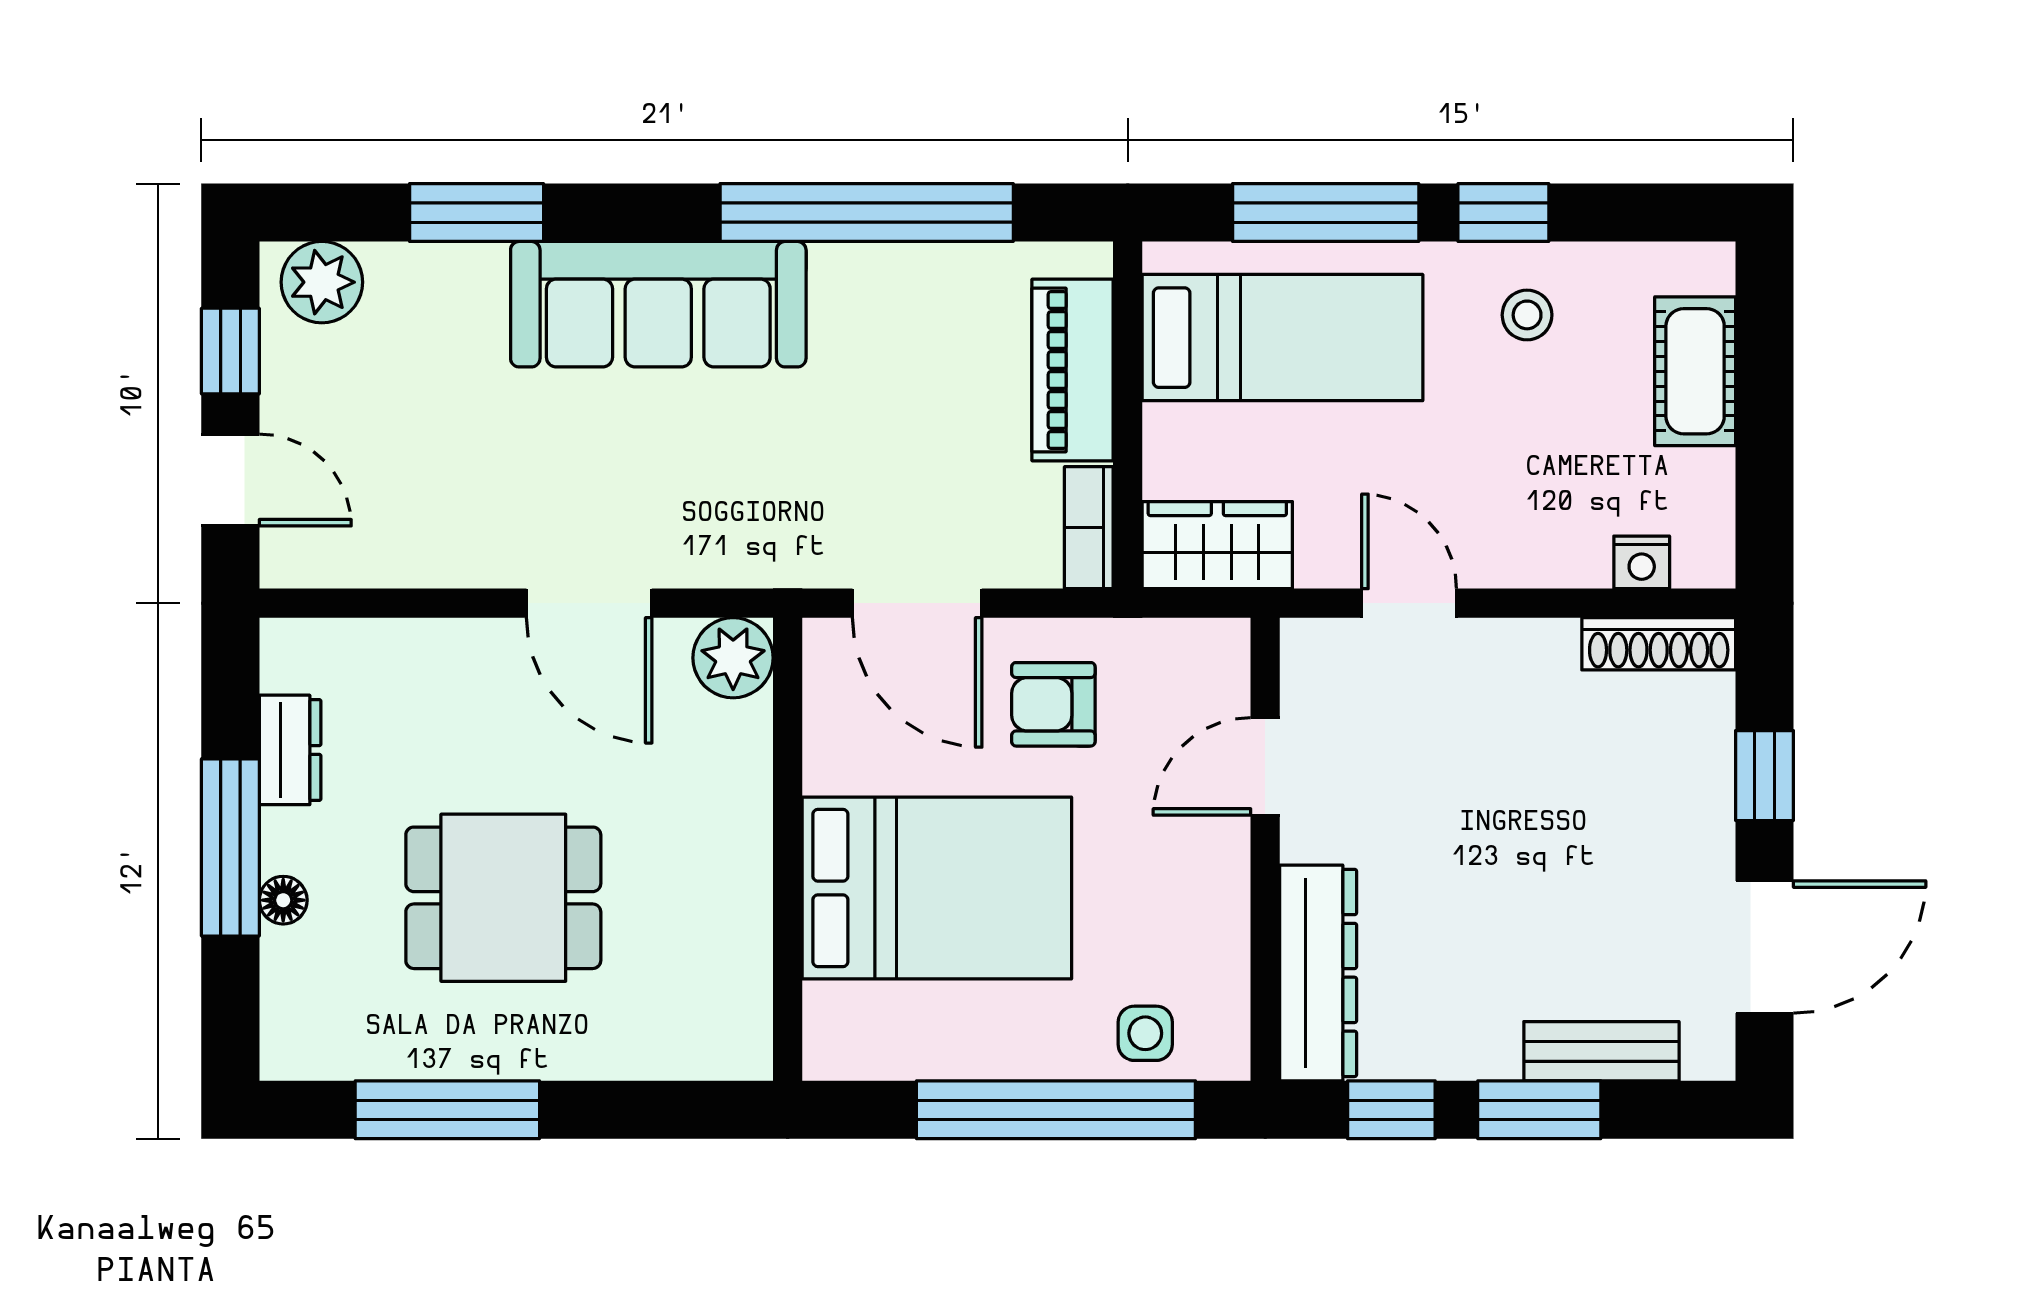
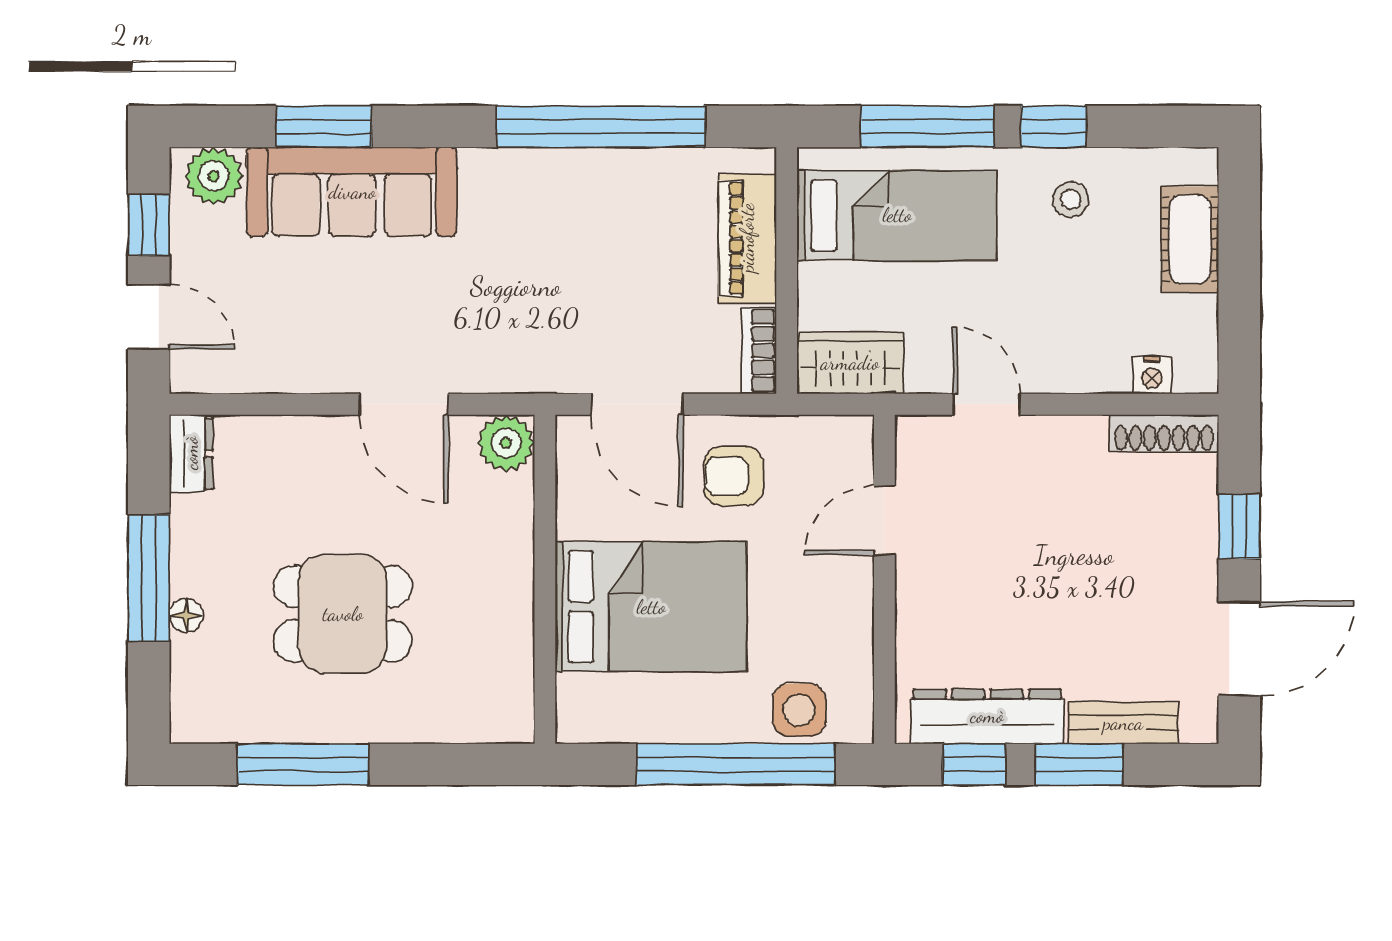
sofa: (658, 304) -> (352, 192), moved
dresser: (290, 750) -> (191, 453), moved
dresser: (1318, 973) -> (987, 716), moved, turned -90
side table: (1145, 1033) -> (799, 710), width x1.37, depth x1.37

